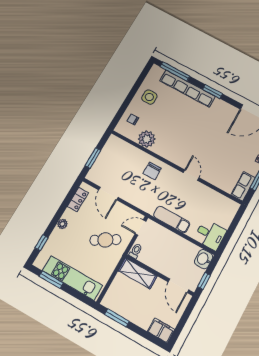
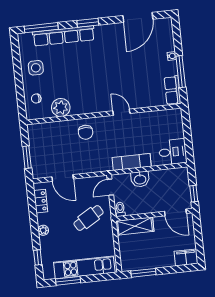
washbasin: (204, 259) -> (140, 179), moved, turned -90

